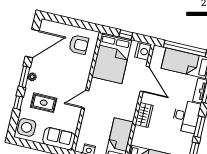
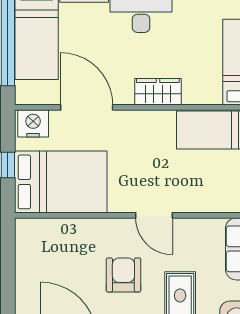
armchair: (79, 45) -> (123, 275), moved
door: (145, 79) -> (87, 107), hinge flipped

